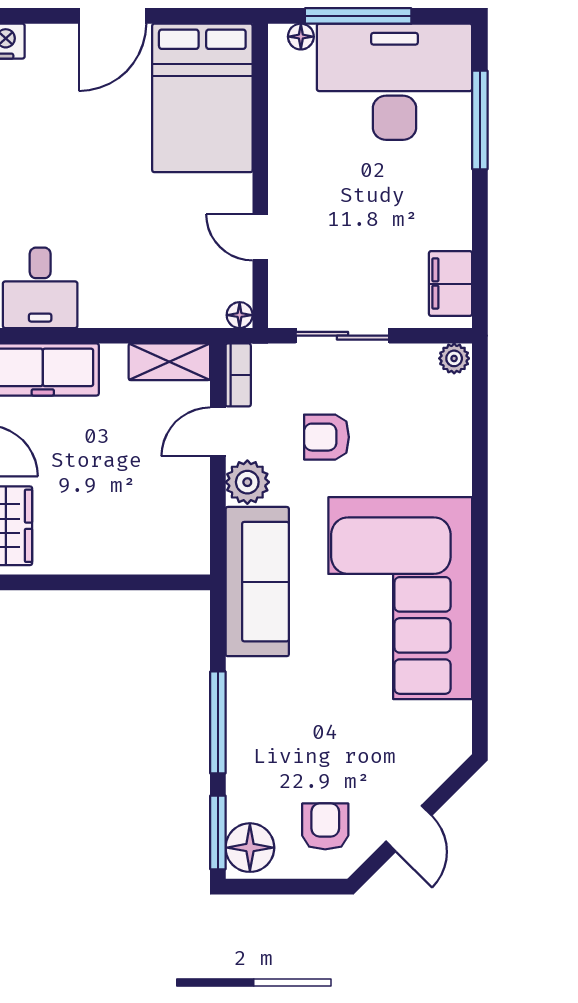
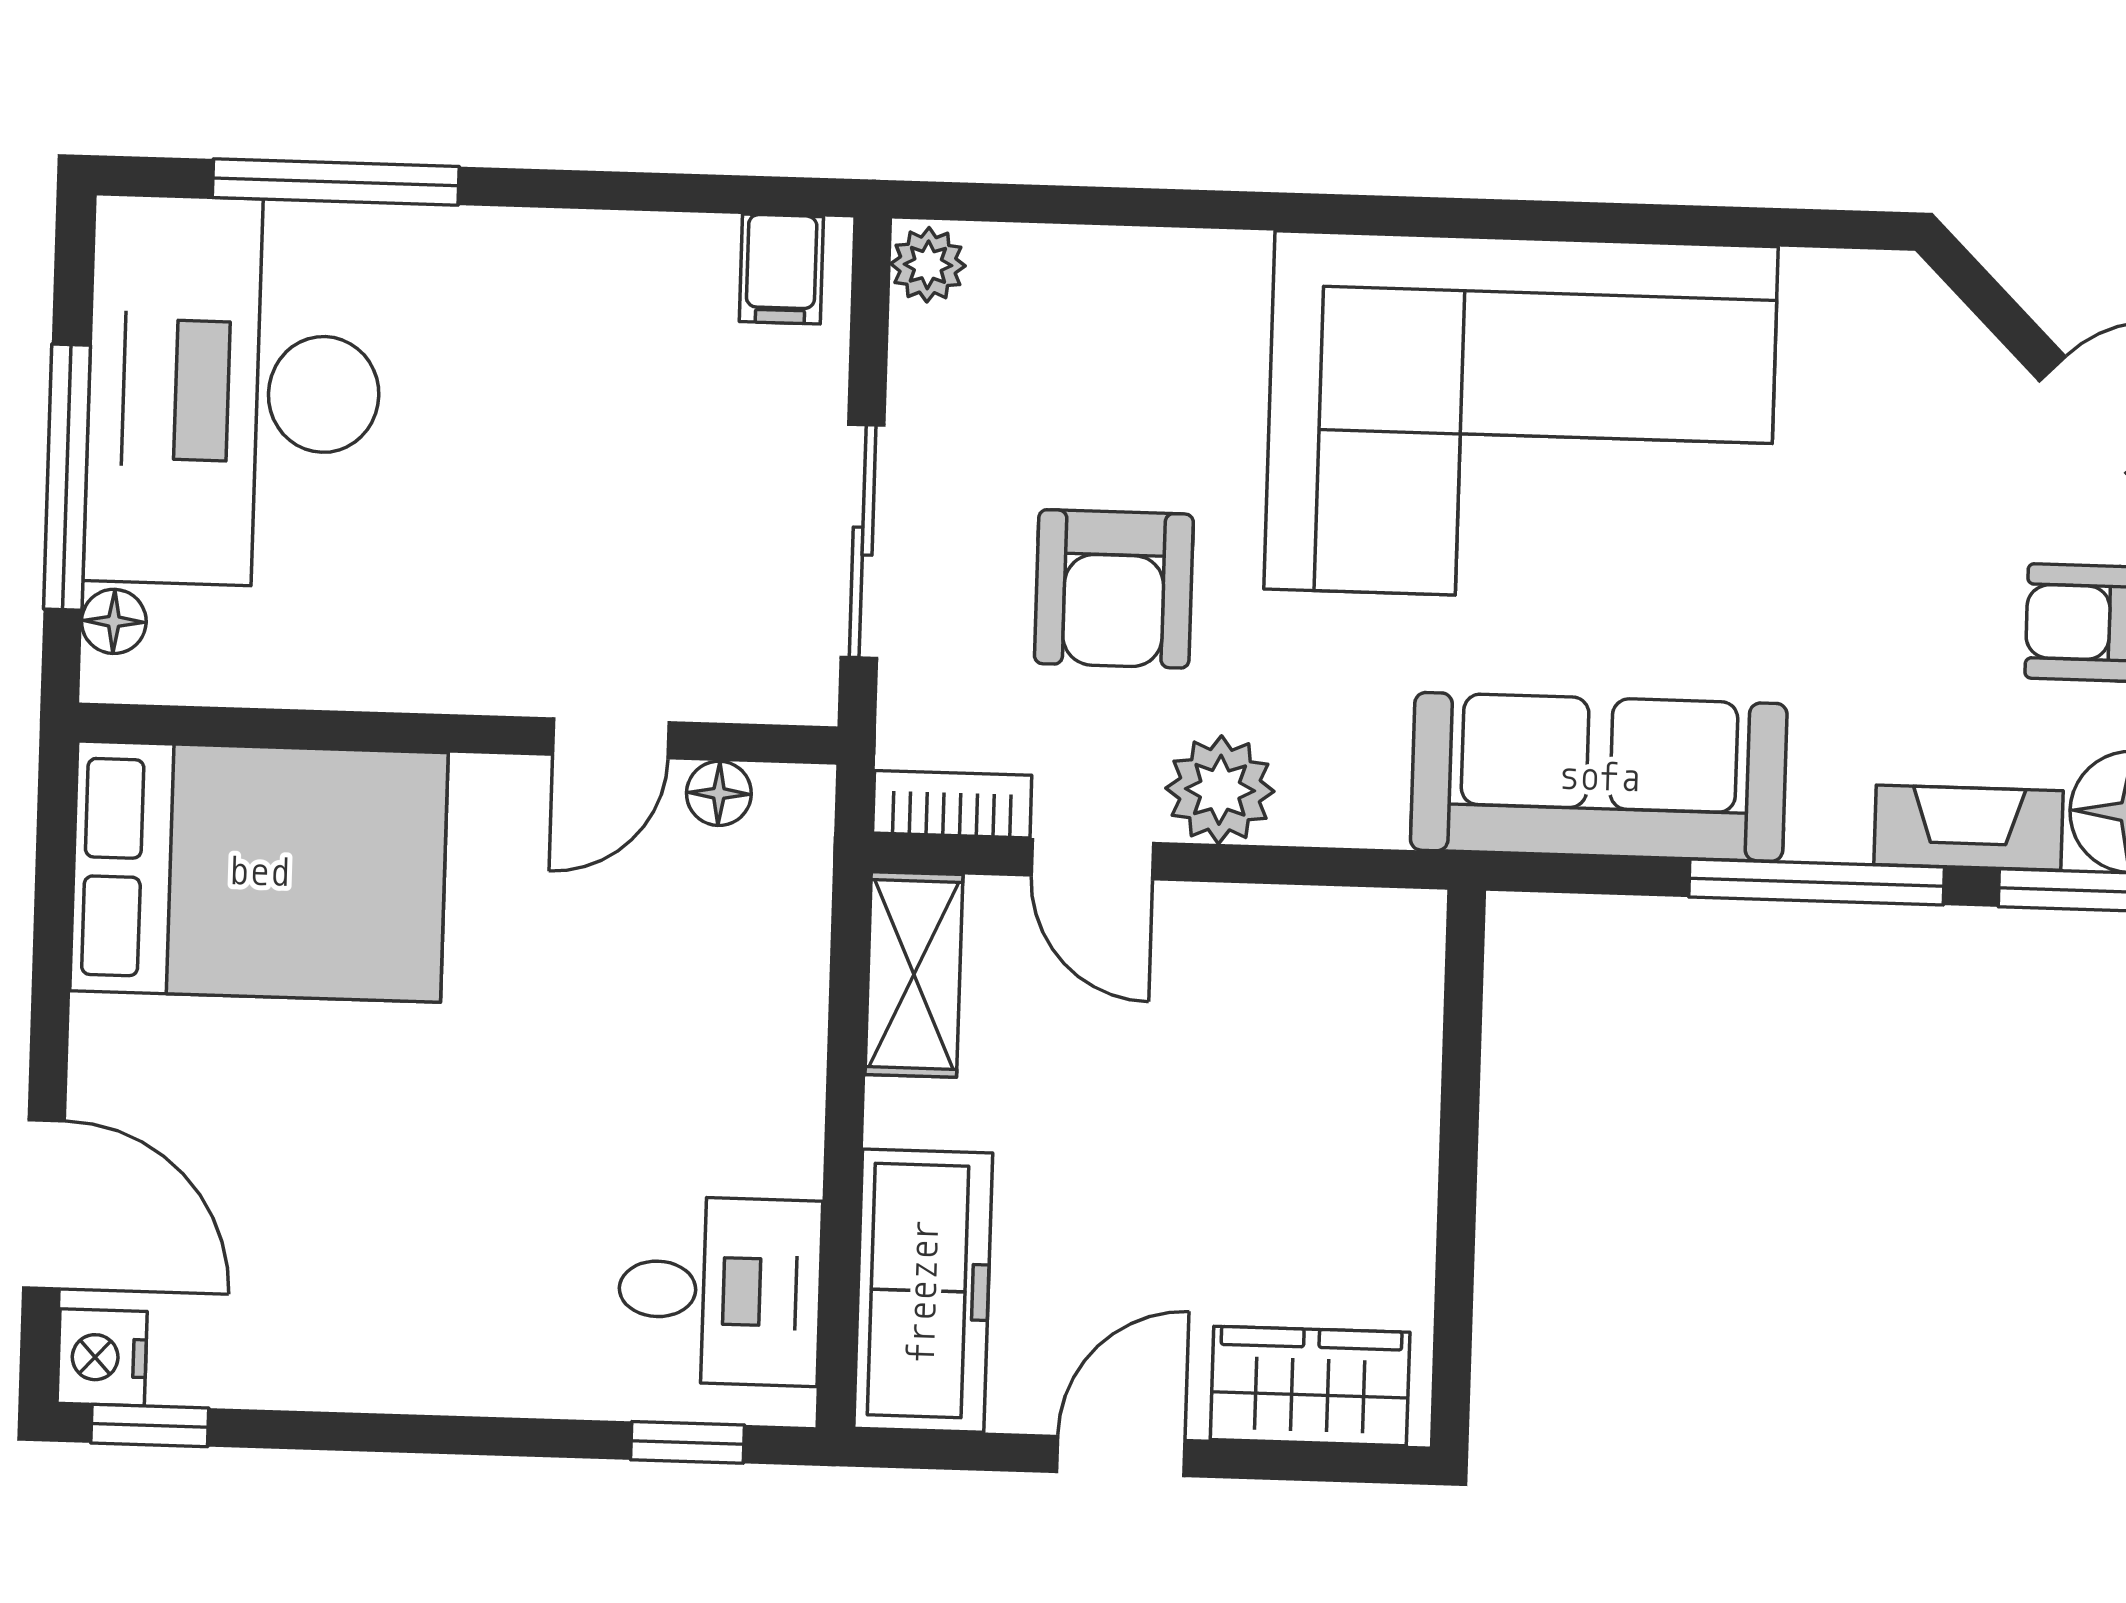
door: (113, 16) -> (44, 1204), moved
filing cabinet: (451, 284) -> (781, 269), width x0.50
floor lamp: (240, 315) -> (719, 793), moved
armchair: (327, 437) -> (1114, 589), width x1.38, depth x1.38
sofa: (257, 582) -> (1599, 777), moved
fireplace: (242, 783) -> (1968, 828), added

